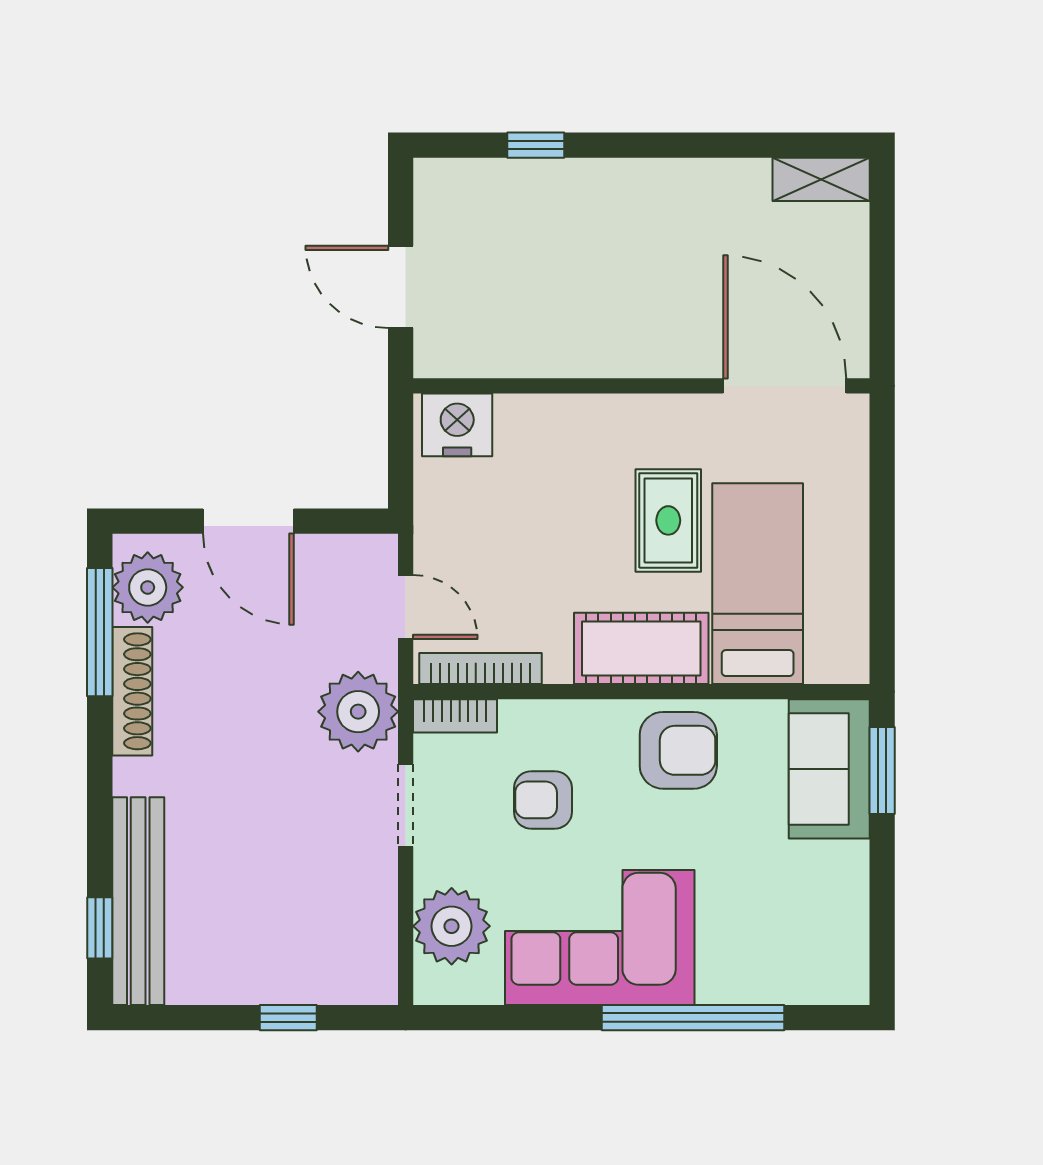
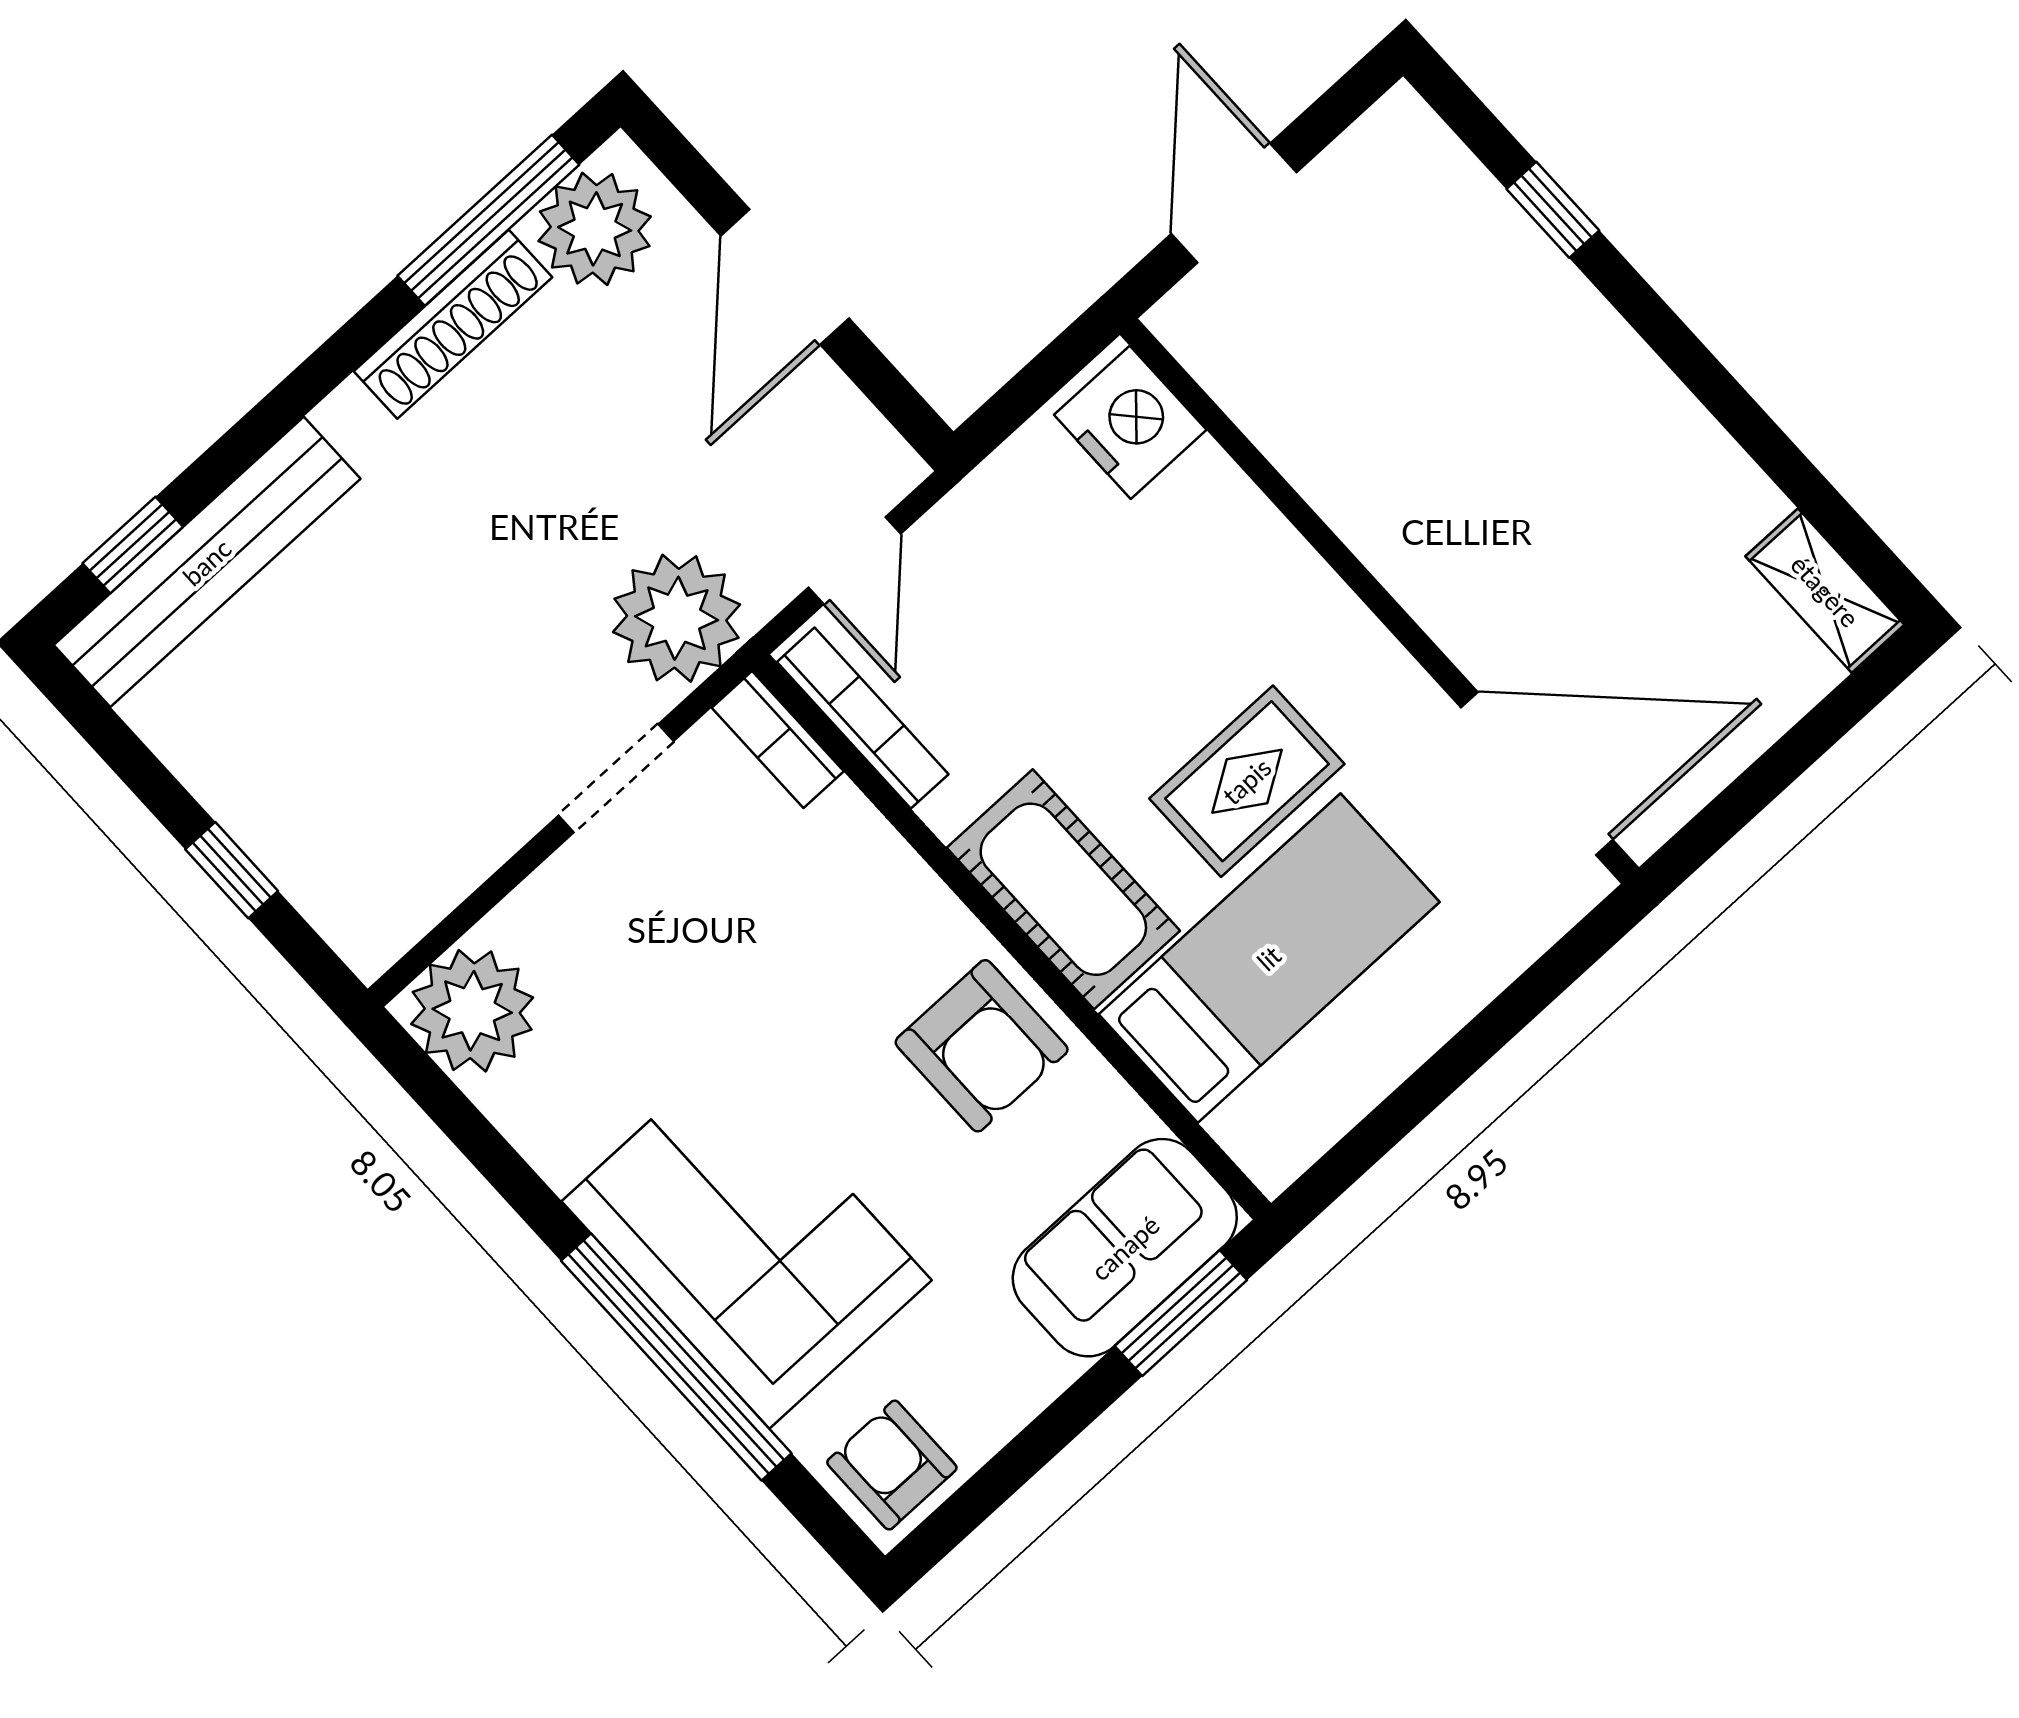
door: (785, 386) -> (1537, 773), hinge flipped
armchair: (543, 800) -> (892, 1465), moved
plant: (452, 926) -> (472, 1011), moved
corner sofa: (600, 938) -> (747, 1241), moved

